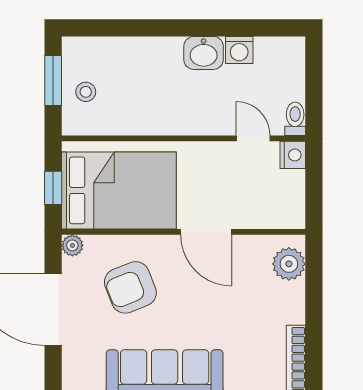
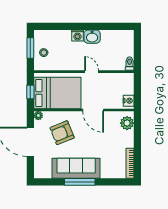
washing machine: (239, 50) -> (78, 35), moved
door: (253, 138) -> (92, 72), moved
nightstand: (293, 155) -> (129, 101), moved

